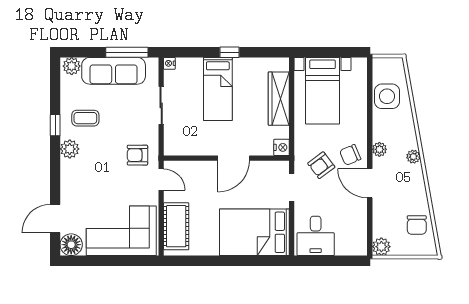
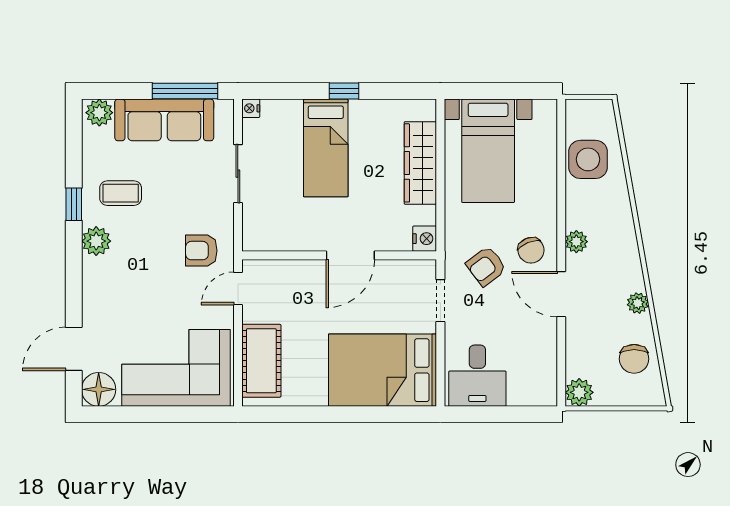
chair: (350, 155) -> (531, 250), turned -89
plant: (413, 157) -> (638, 303), moved
door: (161, 180) -> (238, 288), swing flipped

